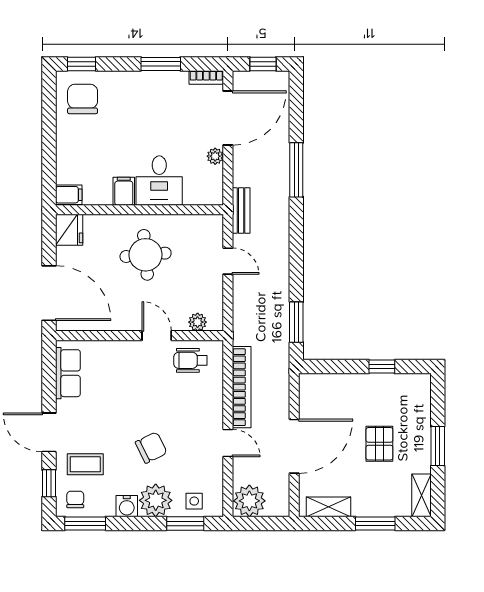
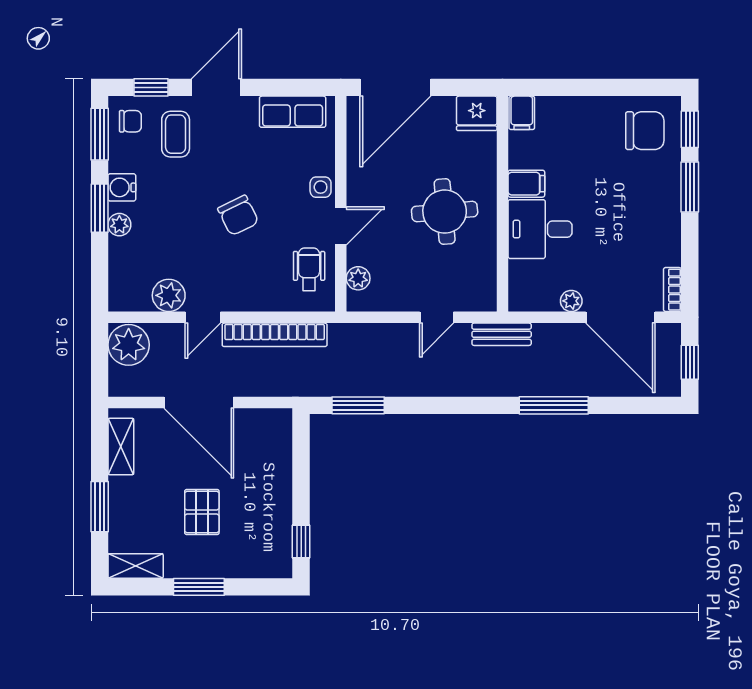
window: (161, 64) -> (690, 187), moved
window: (382, 367) -> (301, 542), moved
pallet: (379, 444) -> (202, 512), turned 90
chair: (151, 448) -> (238, 215), moved
plant: (211, 470) -> (169, 295), added
plant: (156, 500) -> (119, 225), width x0.53, depth x0.53
side table: (194, 501) -> (321, 187), moved
window: (185, 523) -> (100, 208), moved

